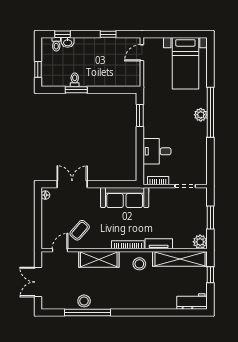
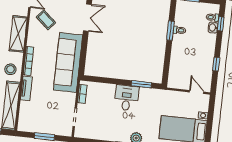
desk: (157, 151) -> (127, 98), moved
sofa: (125, 197) -> (68, 62), width x1.36, depth x1.27
plant: (200, 242) -> (24, 125), removed

